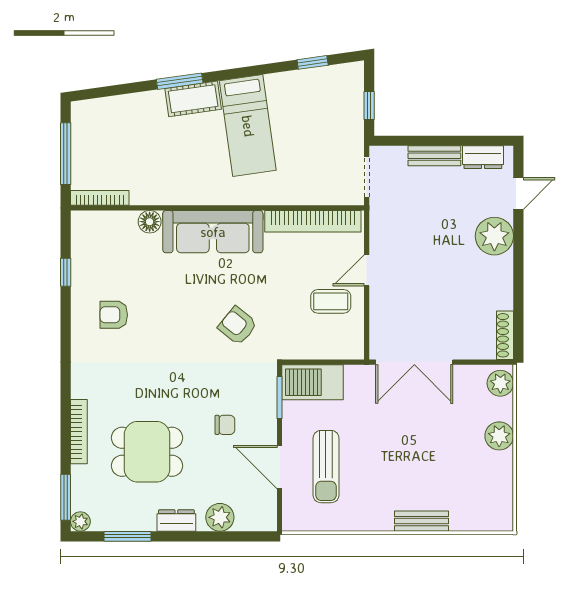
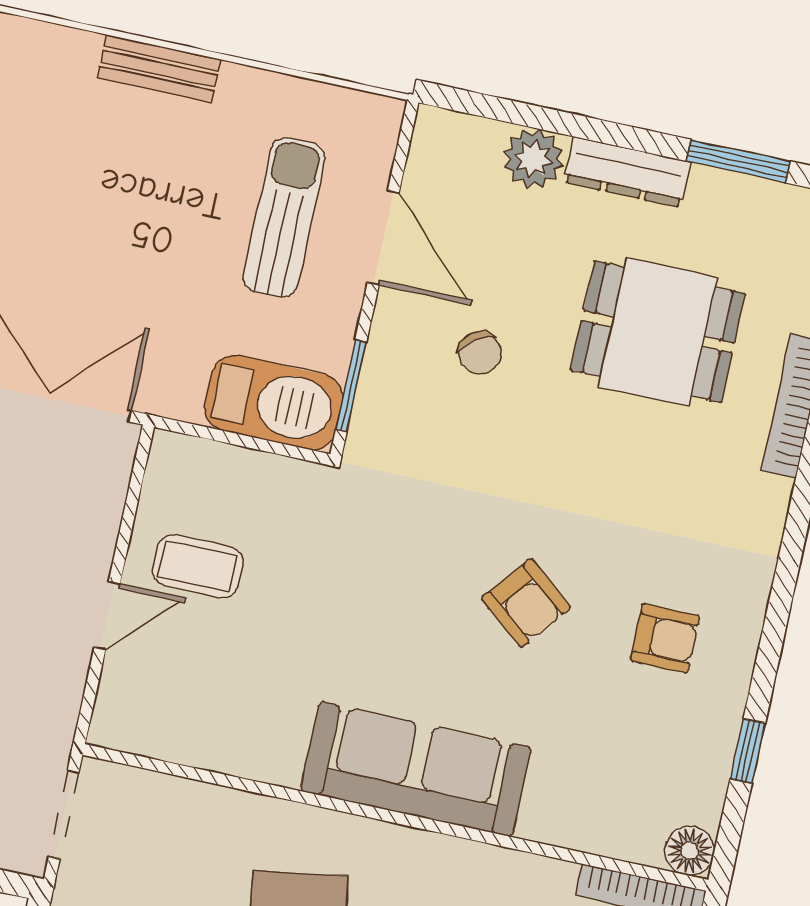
bookcase: (313, 221) -> (199, 745), removed
floor lamp: (150, 222) -> (690, 851), moved
armchair: (238, 326) -> (526, 603), moved
chair: (225, 425) -> (480, 353), turned -126
dresser: (176, 521) -> (627, 172), width x1.44
bench: (422, 521) -> (159, 69), moved

